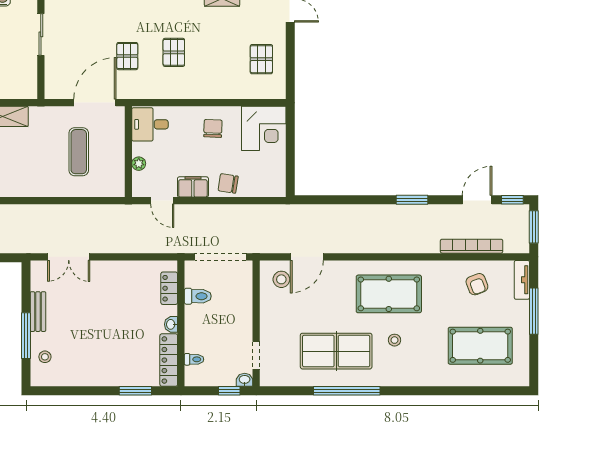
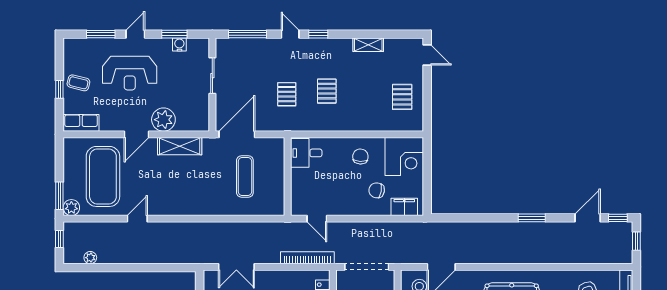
door: (95, 103) -> (237, 134), moved
plant: (139, 164) -> (297, 187), removed
chair: (228, 183) -> (377, 190), moved
filing cabinet: (193, 187) -> (404, 207), moved
window: (534, 227) -> (636, 241), width x0.67
bookcase: (472, 246) -> (307, 258), moved

